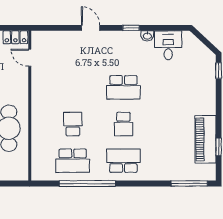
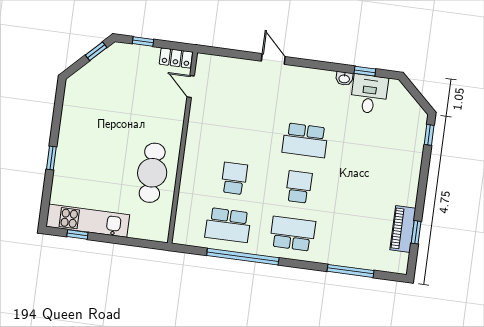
window: (131, 28) -> (365, 71), moved
school desk: (123, 124) -> (299, 187), turned 180
piano: (205, 139) -> (403, 229), width x0.73, depth x0.75
window: (189, 184) -> (350, 271), moved

